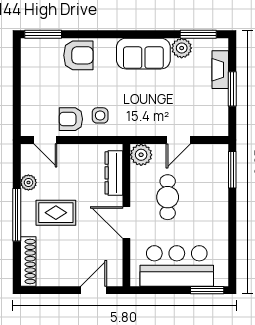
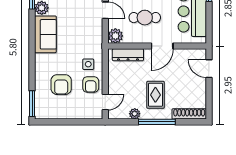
armchair: (78, 55) -> (61, 85), moved, turned 180

